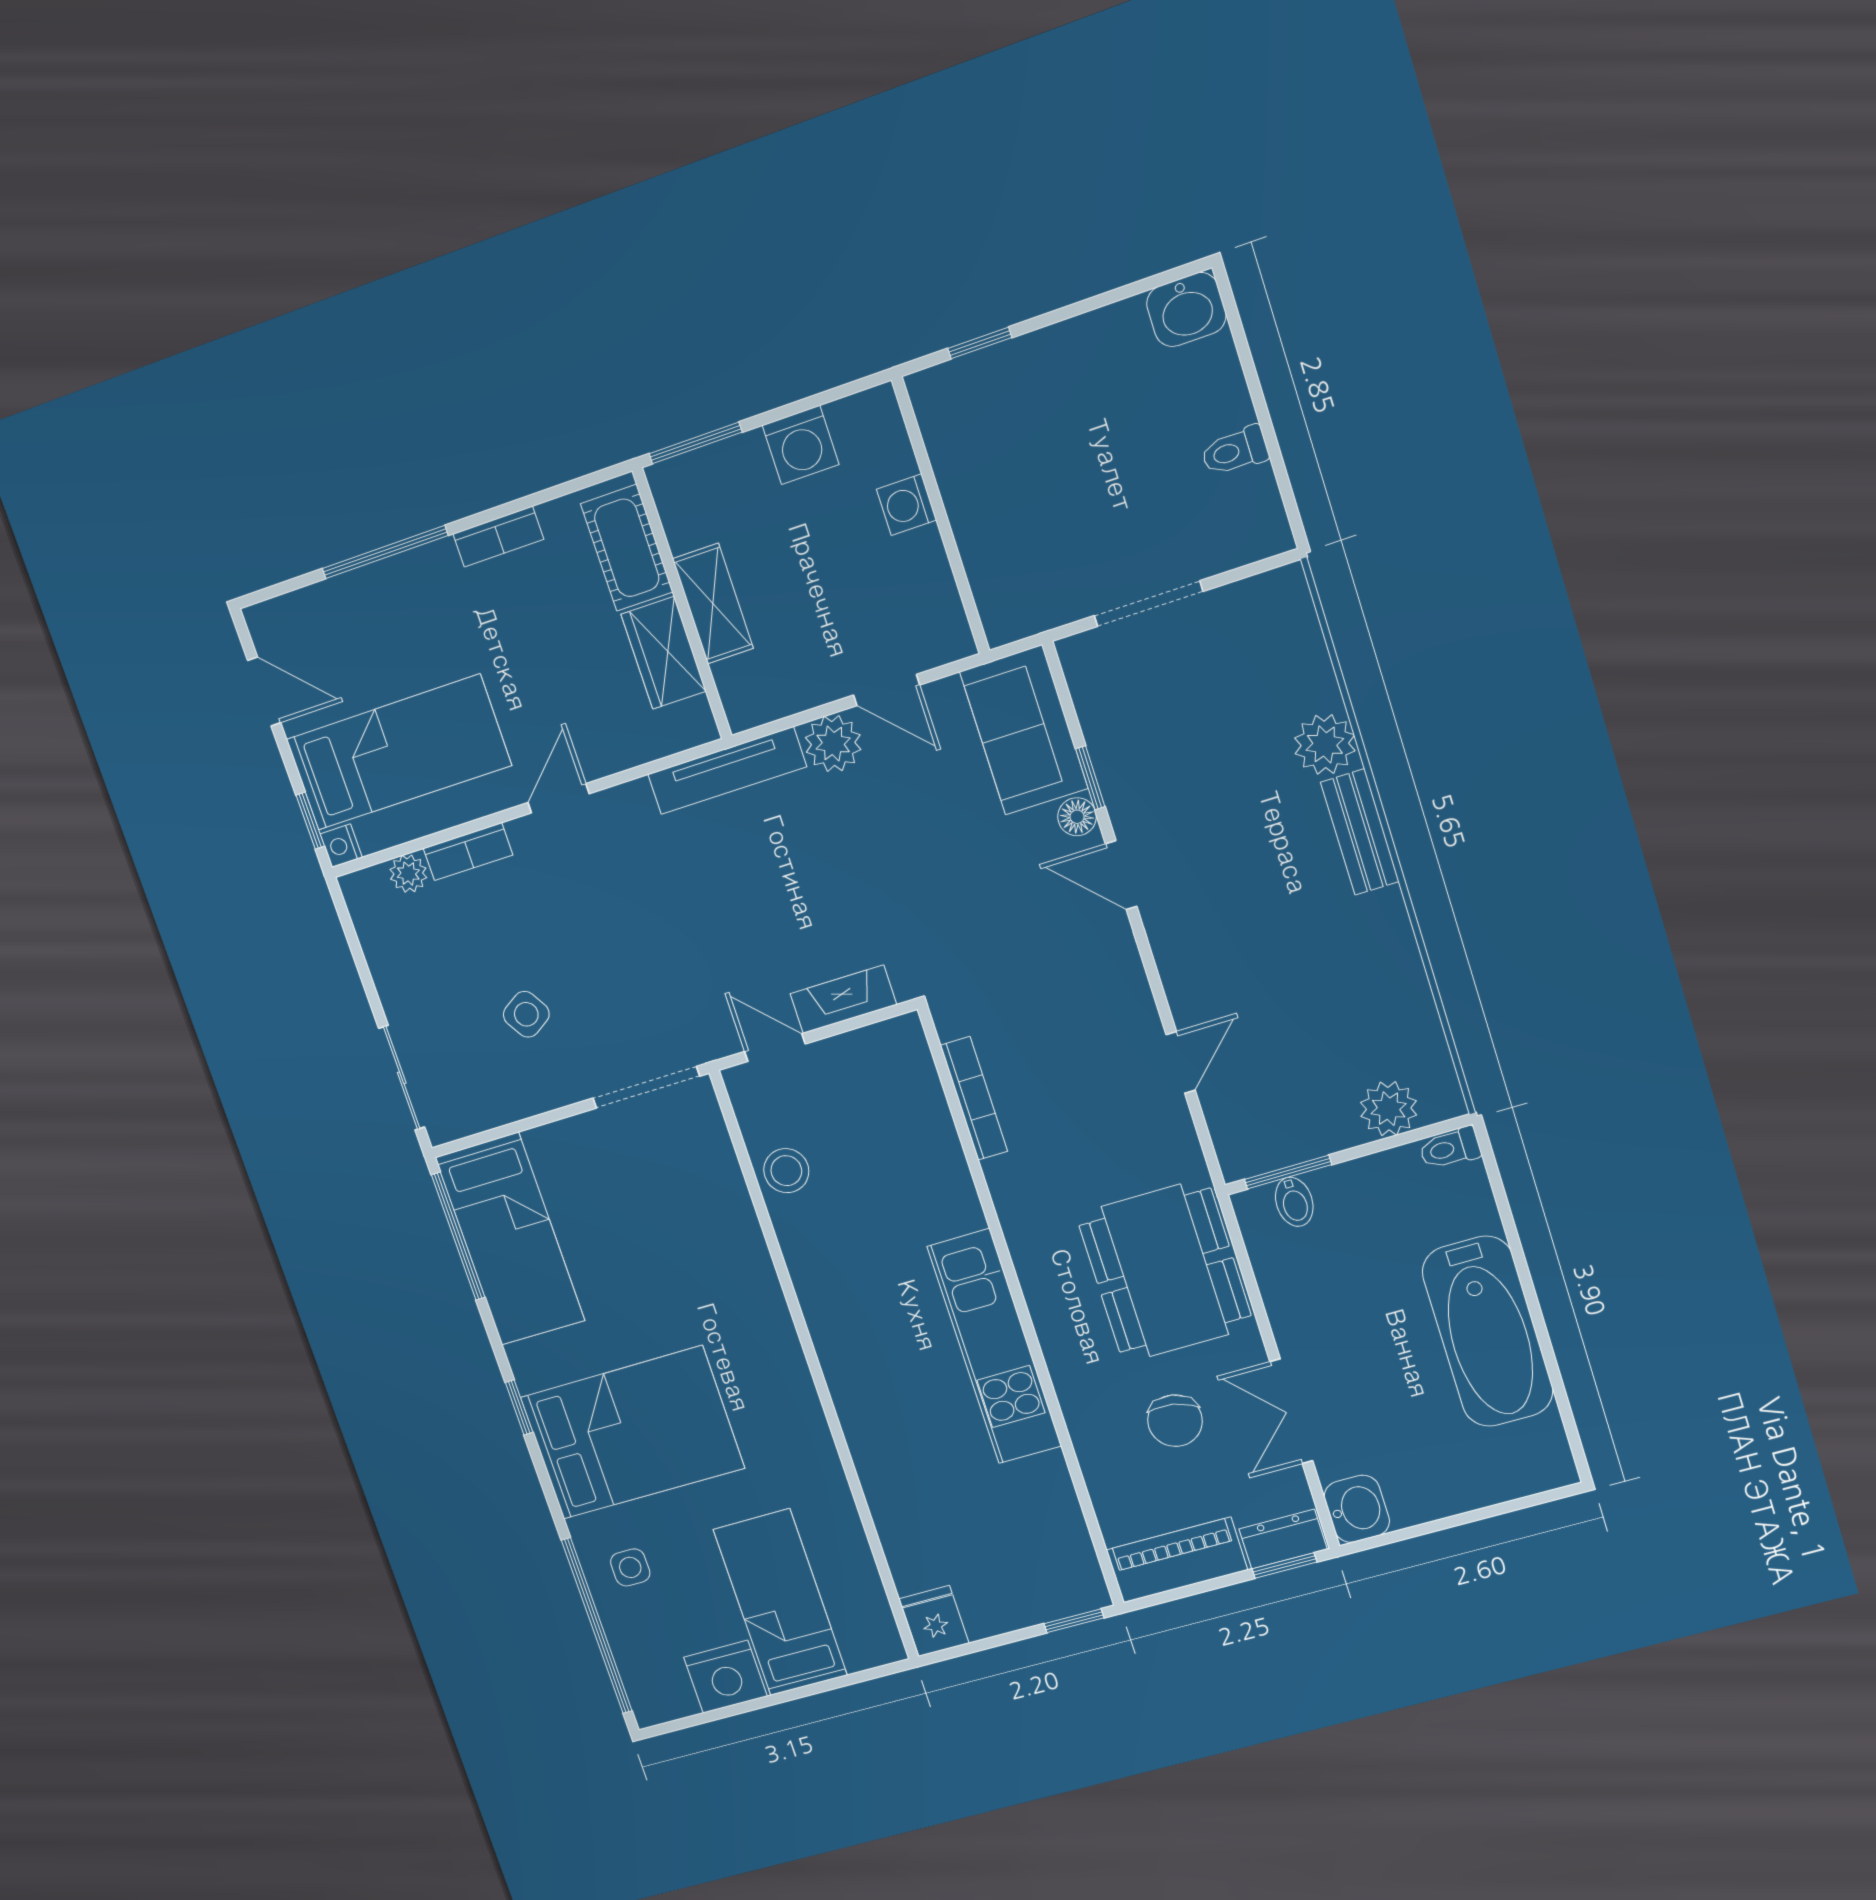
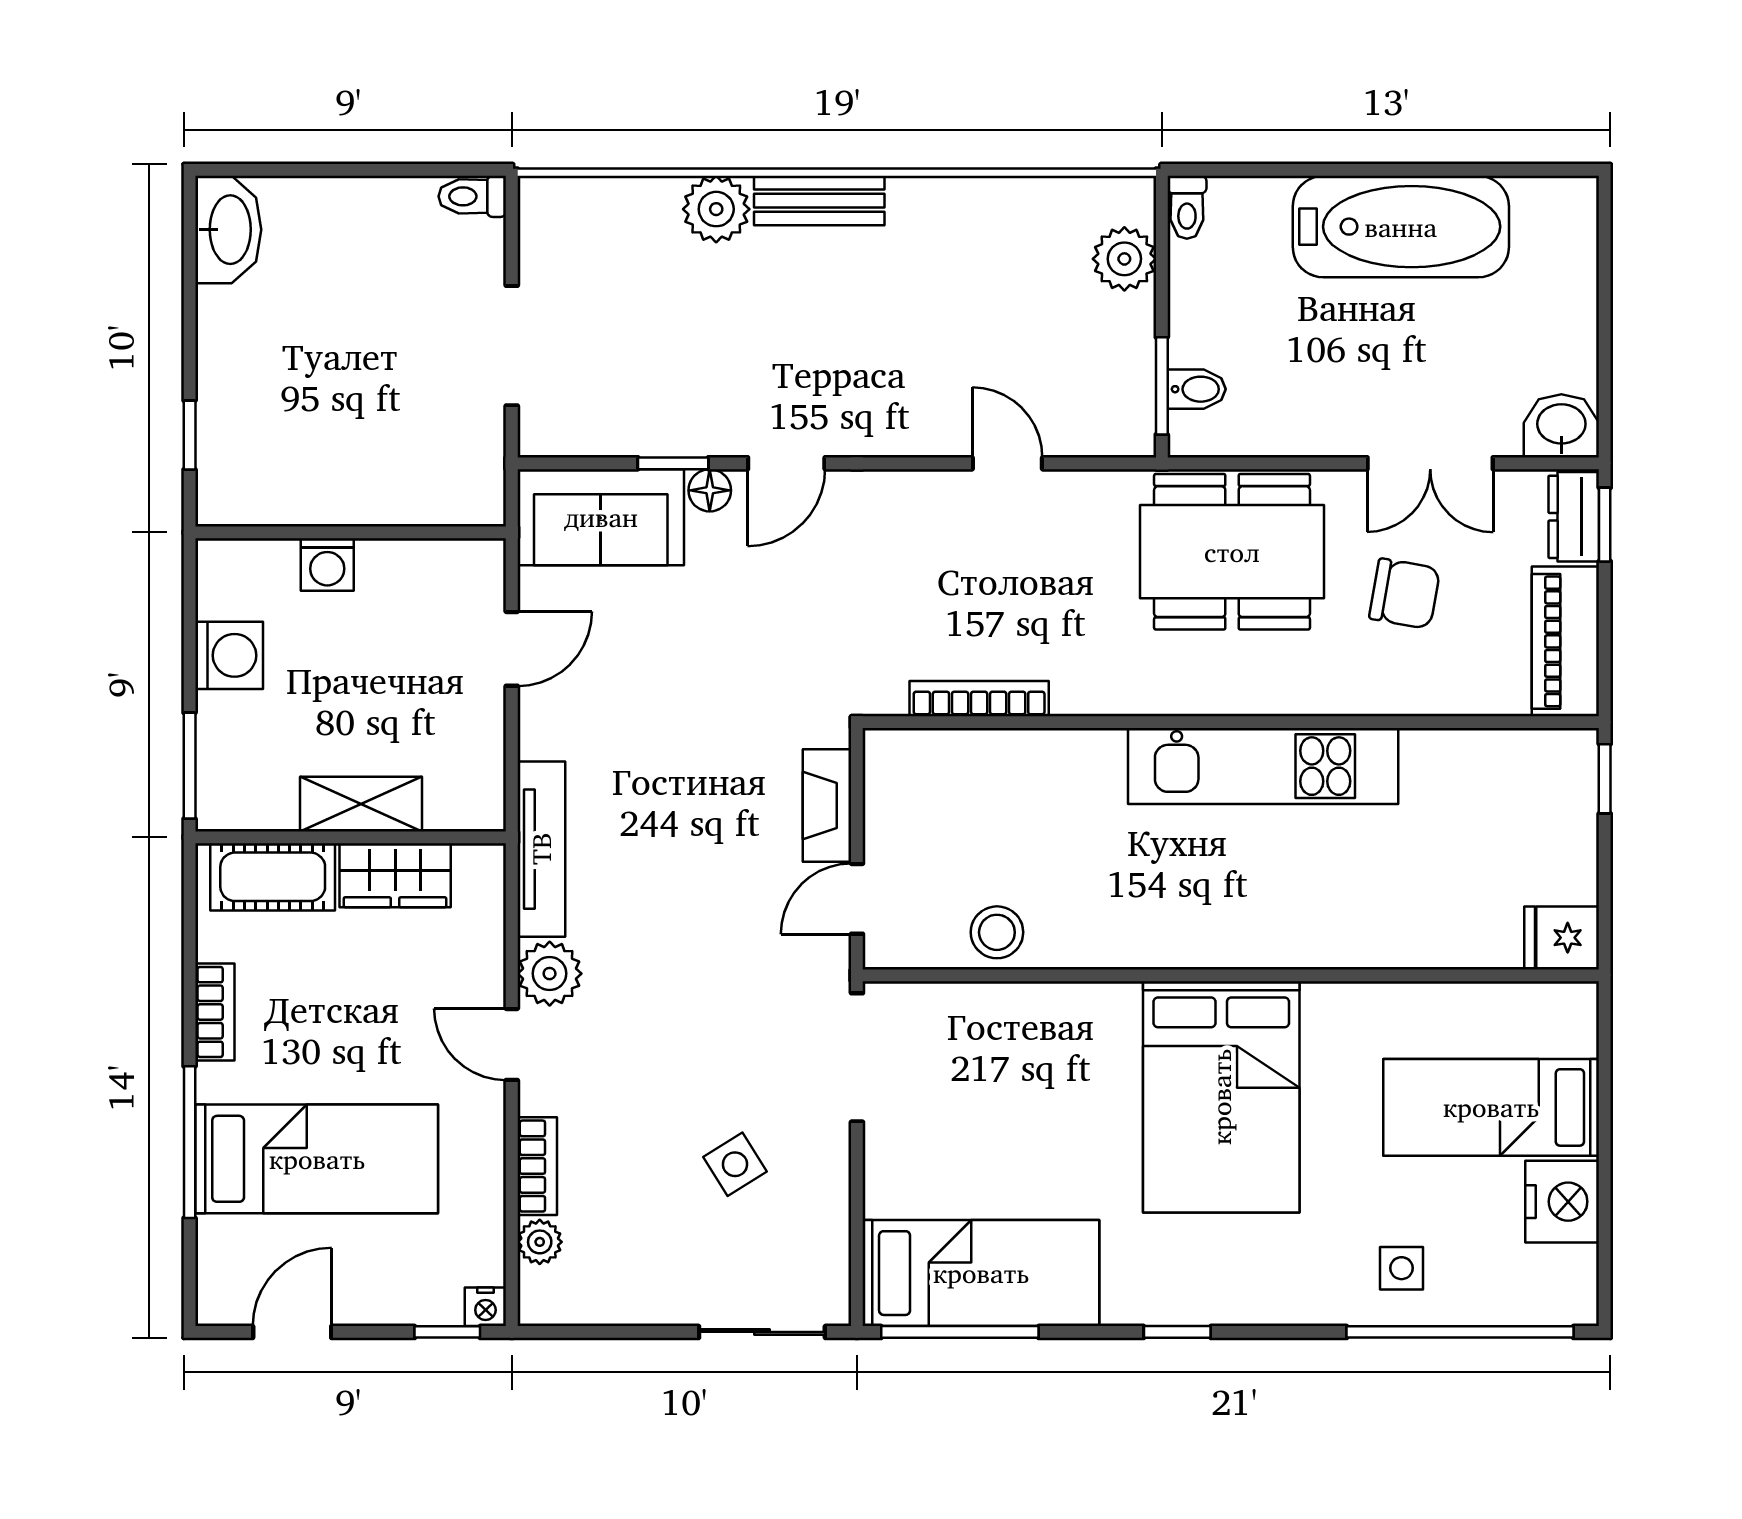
washbasin: (1186, 310) -> (228, 230), width x1.38
toilet: (1235, 451) -> (472, 196), moved, turned 90
plant: (833, 744) -> (550, 974), moved
bed: (399, 752) -> (317, 1159), moved, turned 90
bed: (632, 1433) -> (1221, 1097), moved, turned 180

